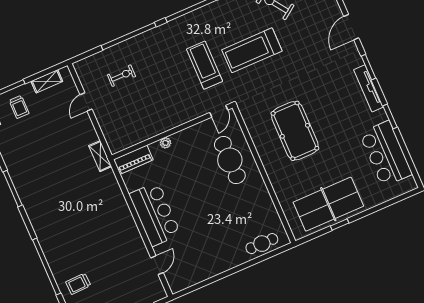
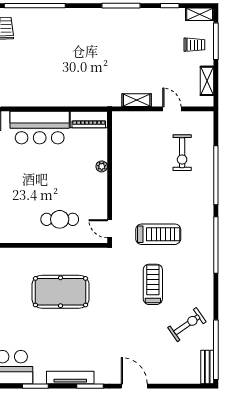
treadmill: (252, 50) -> (153, 284), width x0.73, depth x0.73
exercise bike: (122, 76) -> (182, 153), width x1.38, depth x1.39
trolley: (19, 107) -> (194, 45), turned 180
shelving: (100, 156) -> (137, 100), moved
piano: (133, 160) -> (89, 119), moved, turned -90
cafe table: (230, 160) -> (60, 219), width x0.73, depth x0.74

